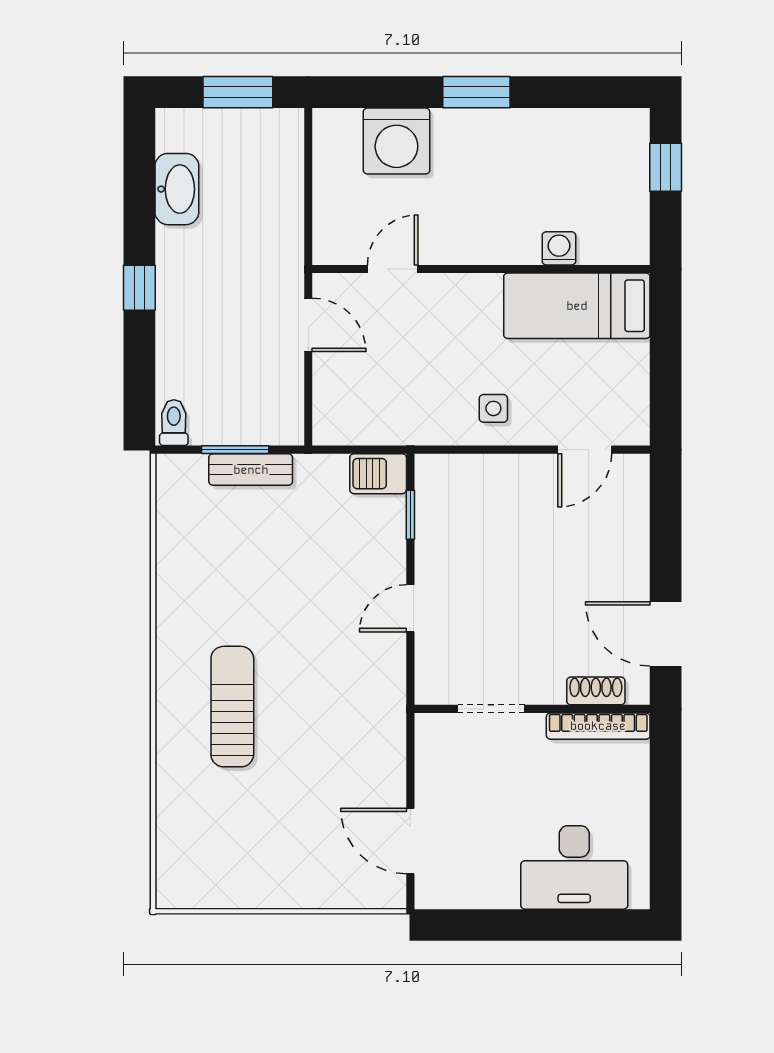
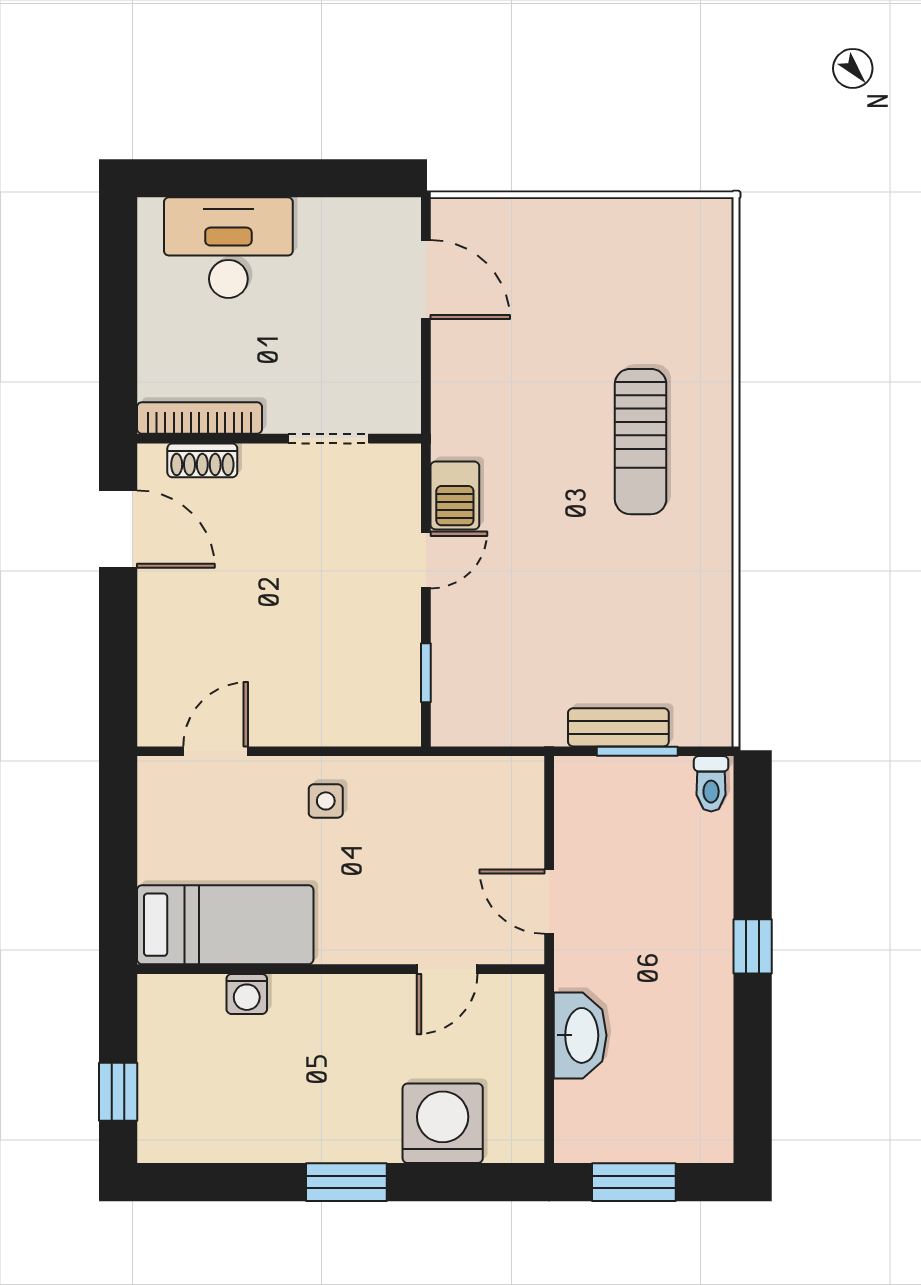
washbasin: (177, 189) -> (580, 1035), moved, turned 180
barbecue: (378, 474) -> (455, 495), moved, turned 90

